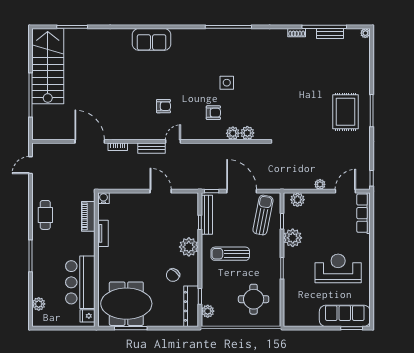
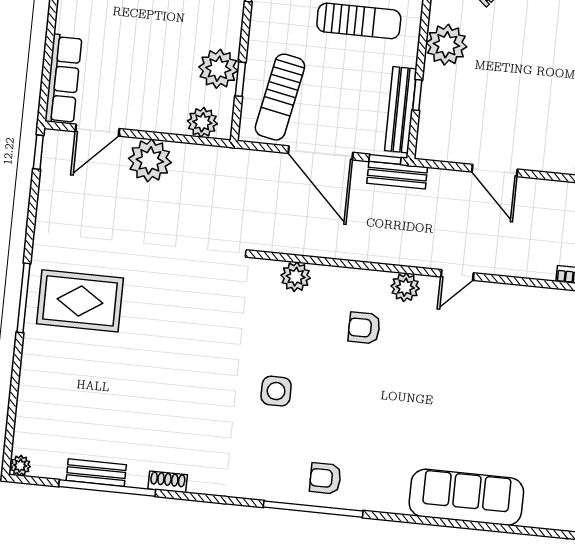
sofa: (152, 39) -> (466, 497), width x1.36
side table: (227, 83) -> (276, 391), moved
armchair: (163, 106) -> (325, 478), moved
rug: (345, 112) -> (80, 301), turned 90
plant: (233, 133) -> (405, 287), moved
bench: (151, 148) -> (397, 175), moved
plant: (320, 184) -> (150, 160), width x1.88, depth x1.88
plant: (293, 238) -> (218, 69), moved

